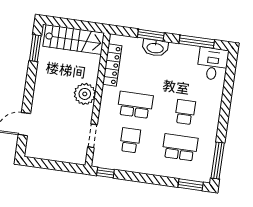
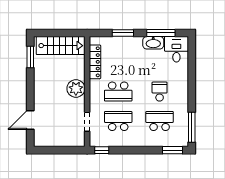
washbasin: (155, 48) -> (153, 43), moved
school desk: (135, 105) -> (118, 92), turned 180
school desk: (130, 140) -> (118, 121), width x1.85

